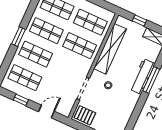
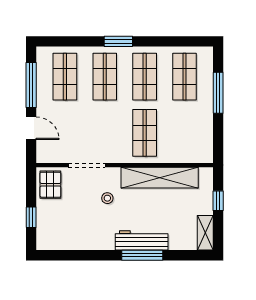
shop shelf: (90, 22) -> (185, 133), removed
window: (21, 100) -> (31, 85), width x2.17

